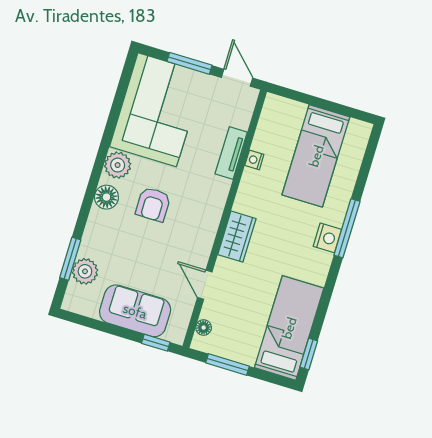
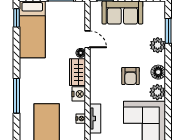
armchair: (153, 204) -> (131, 76), turned 180
nightstand: (327, 238) -> (79, 94), moved, turned 180
plant: (85, 271) -> (158, 45), moved
floor lamp: (204, 328) -> (81, 53), moved

